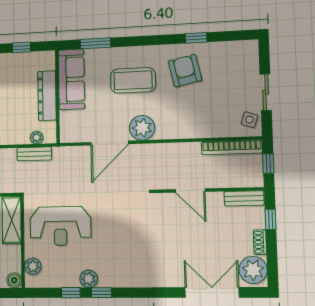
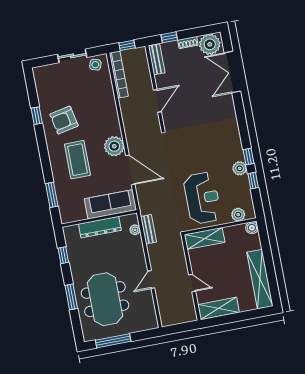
sofa: (71, 79) -> (110, 204), moved

